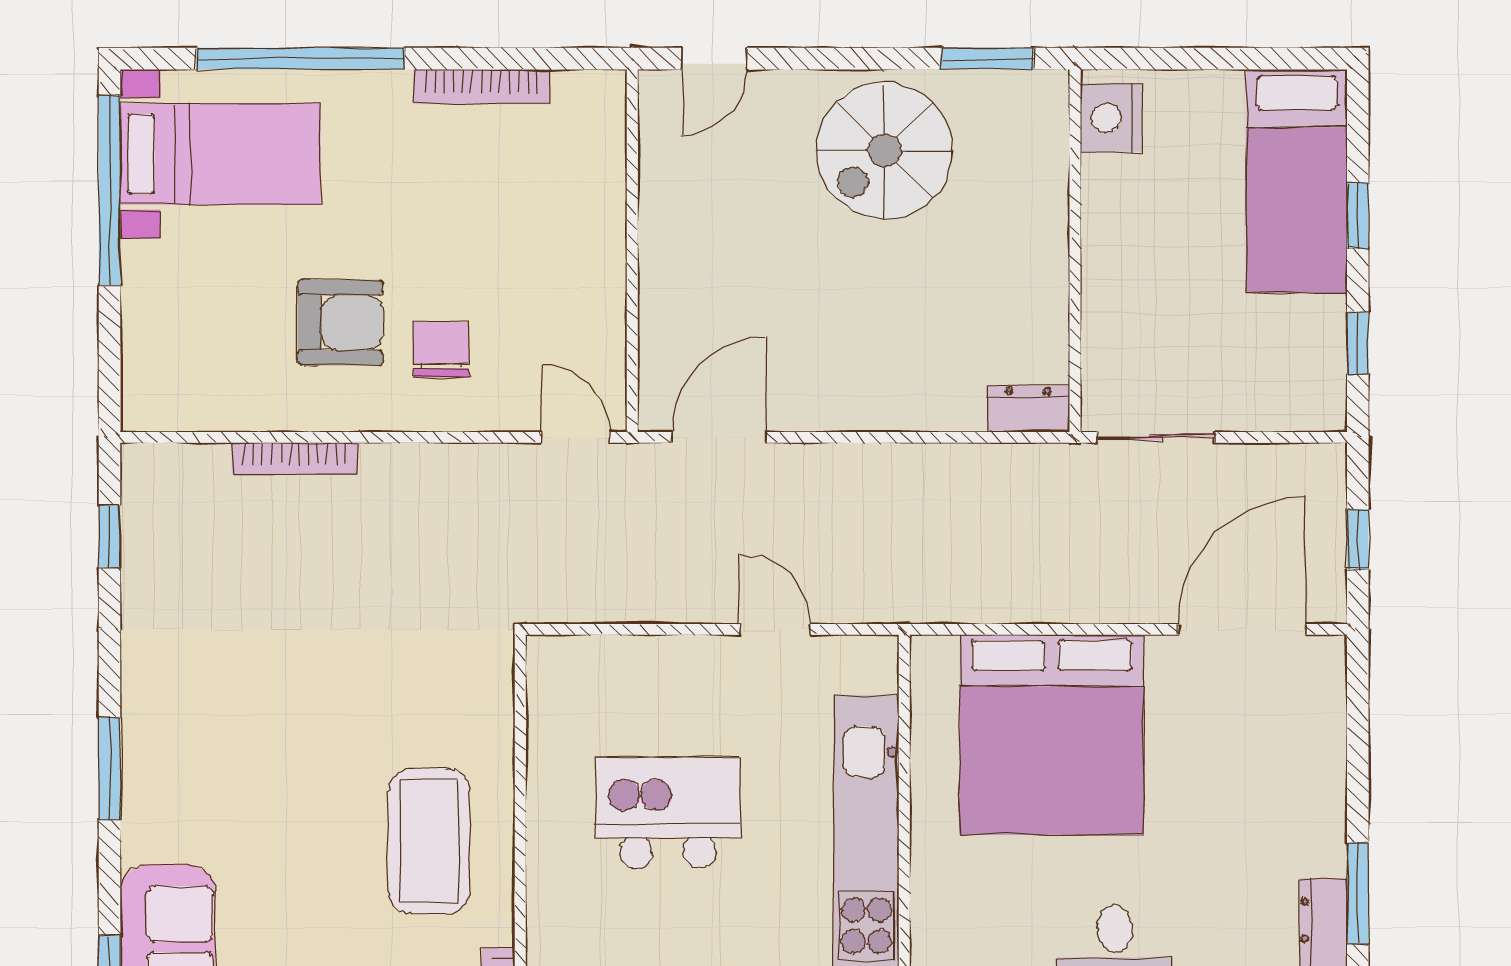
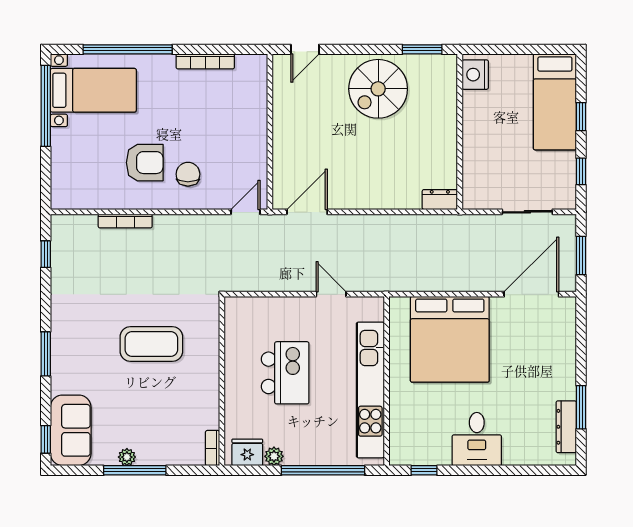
door: (575, 437) -> (245, 212), hinge flipped
sliding door: (1156, 437) -> (527, 212), moved
window: (1358, 539) -> (581, 256), width x1.50
kitchen island: (668, 813) -> (285, 373), turned 90
coffee table: (429, 841) -> (151, 344), moved, turned 90

